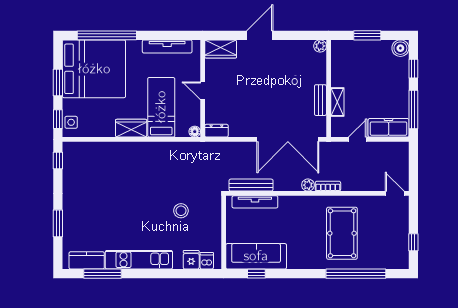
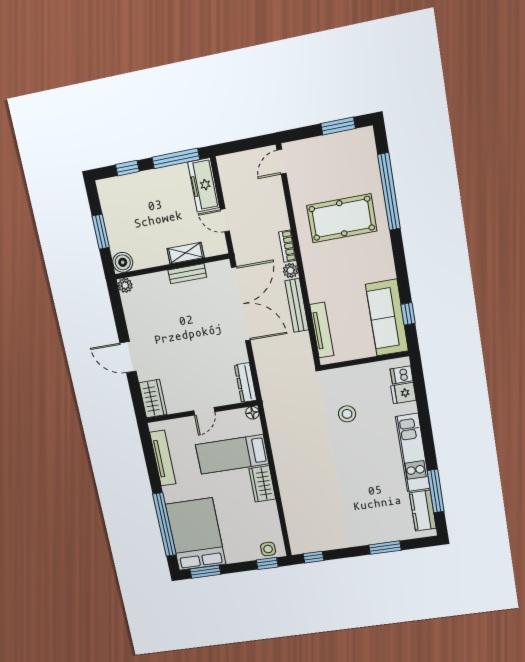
boiler: (400, 48) -> (123, 262), moved
bed: (94, 69) -> (196, 534), width x0.73
window: (58, 83) -> (205, 572), moved
dresser: (216, 131) -> (246, 383), width x1.44
bench: (251, 185) -> (297, 305), moved
window: (413, 242) -> (338, 126), width x1.50

